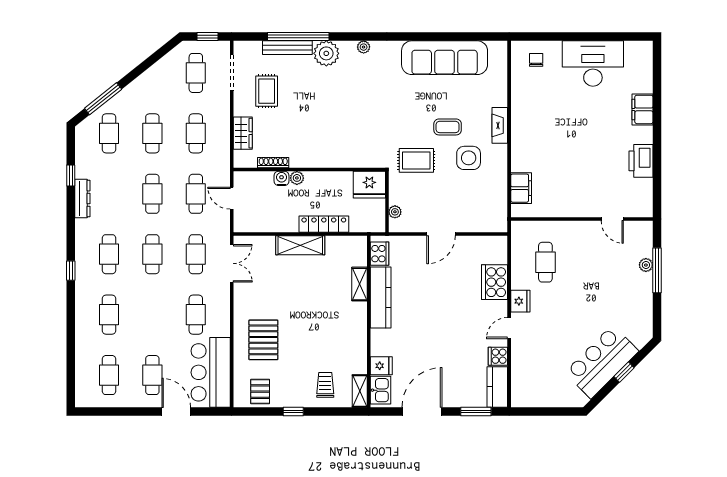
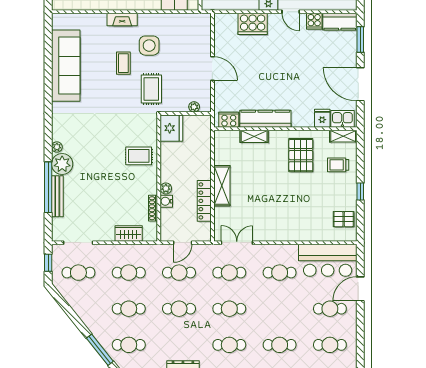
plant: (364, 47) -> (57, 147), moved
rug: (267, 91) -> (139, 156), moved
locker: (324, 224) -> (204, 201), moved
pallet: (263, 340) -> (301, 155), moved, turned 90

